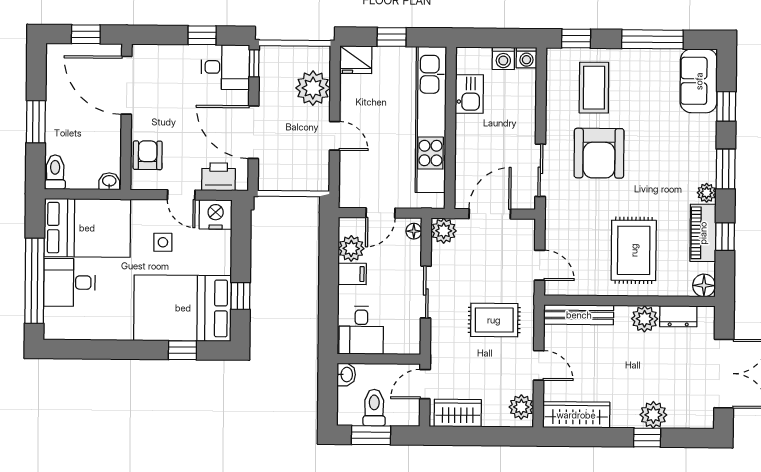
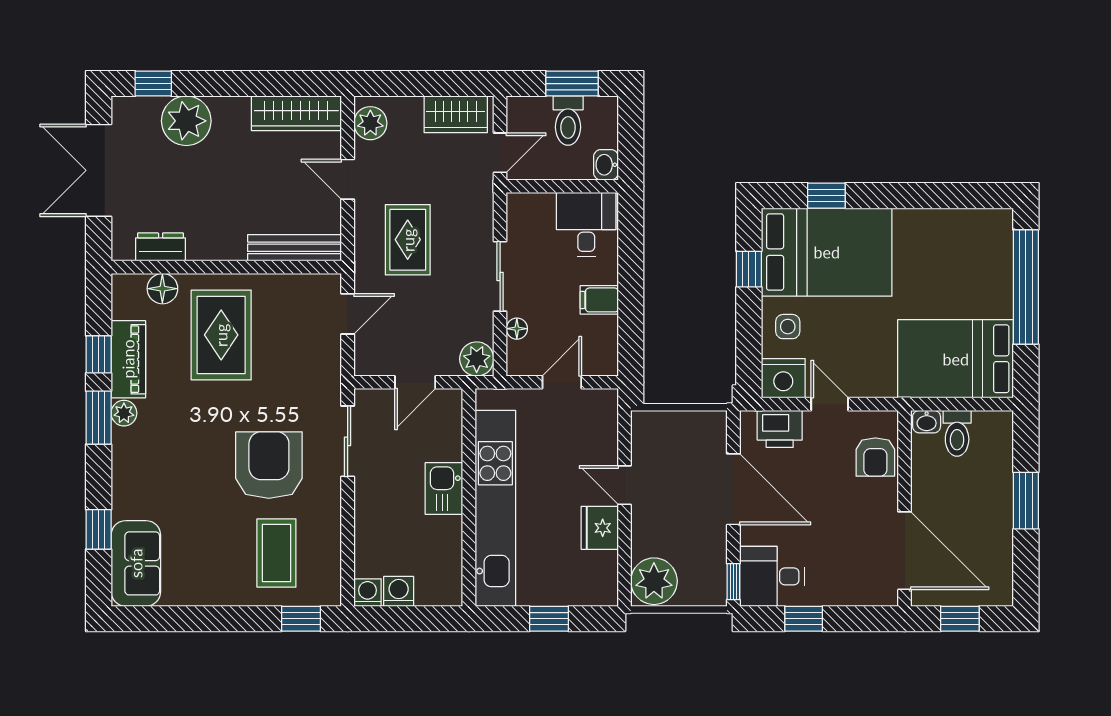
window: (652, 39) -> (199, 619), removed
fridge: (356, 60) -> (600, 528), moved, turned -90
plant: (313, 88) -> (654, 581), moved
kitchen sink: (469, 94) -> (444, 489), moved
window: (726, 169) -> (99, 418), moved
toilet: (55, 172) -> (957, 433), moved
door: (490, 214) -> (415, 382), width x0.73
floor lamp: (414, 231) -> (517, 329), moved
side table: (163, 242) -> (788, 327), moved
plant: (351, 248) -> (601, 334), removed
door: (540, 265) -> (348, 314), swing flipped
desk: (69, 282) -> (979, 285), removed
floor lamp: (704, 285) -> (162, 289), moved
plant: (645, 319) -> (206, 243), removed
rug: (494, 320) -> (408, 240), turned 90
plant: (653, 415) -> (186, 121), width x1.36, depth x1.36
window: (647, 438) -> (153, 84), moved

